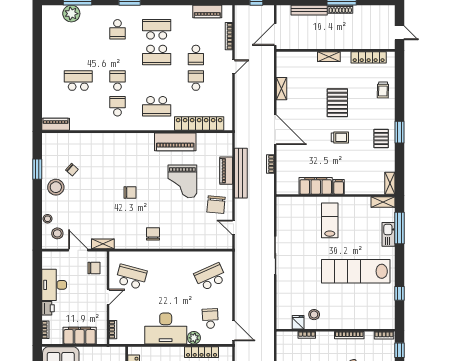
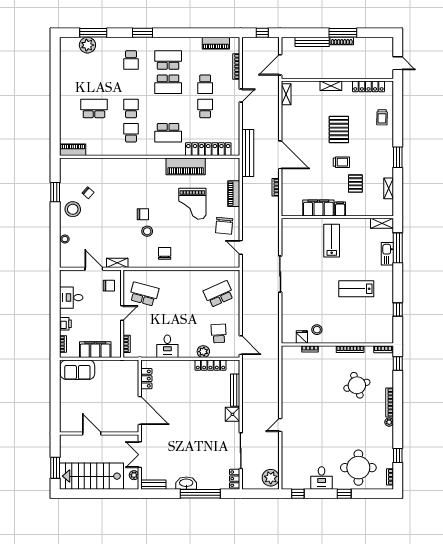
shelving: (282, 89) -> (286, 94), moved
pallet: (381, 139) -> (355, 184), moved
bench: (241, 173) -> (248, 153), moved
shelving: (390, 183) -> (389, 188), moved
stool: (57, 233) -> (147, 231), moved
lab bench: (356, 271) -> (356, 289), width x0.54, depth x0.72
desk: (54, 285) -> (71, 298), width x0.73
desk: (166, 329) -> (167, 346), width x0.53, depth x0.77

